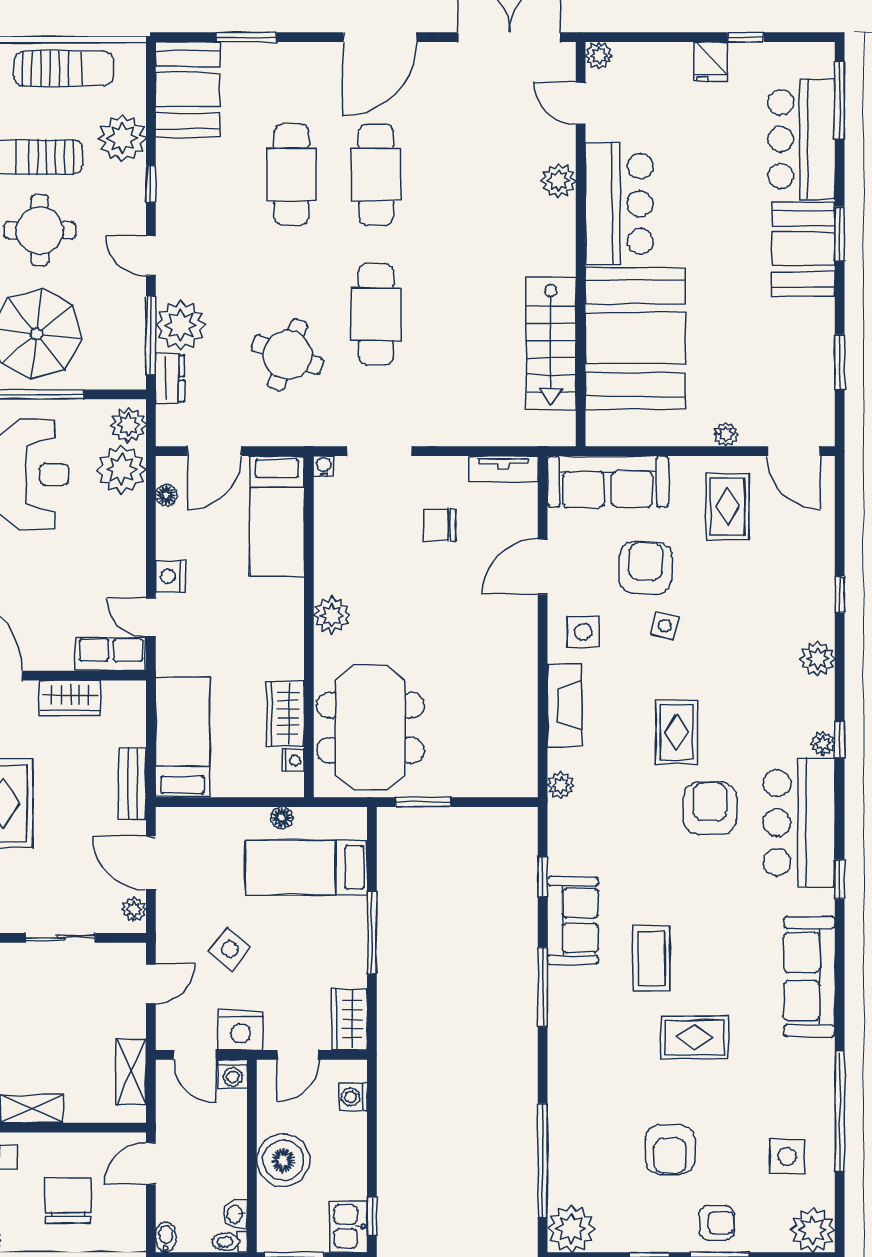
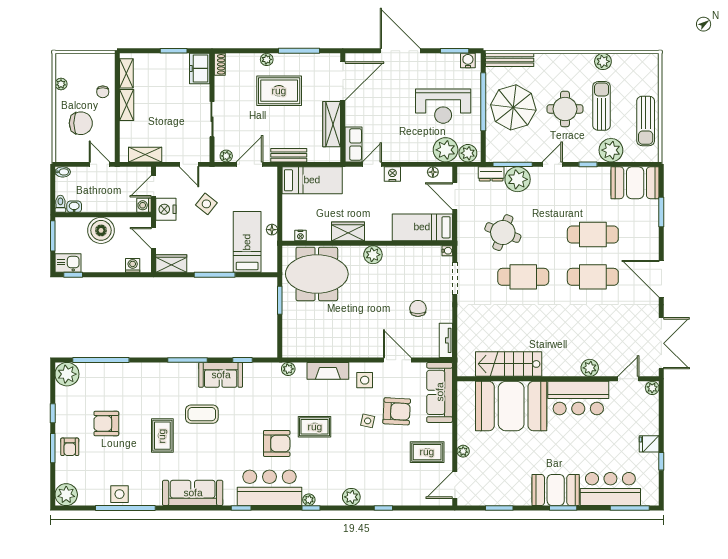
wardrobe: (70, 698) -> (332, 124), width x1.50
wardrobe: (285, 714) -> (348, 231), moved
side table: (787, 1156) -> (120, 494), moved

